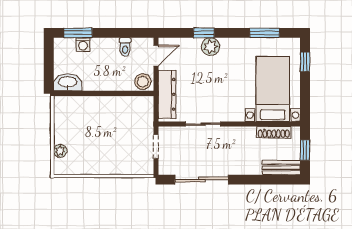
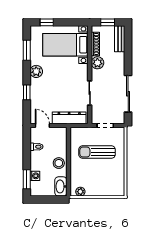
plant: (211, 47) -> (36, 71), moved
stool: (143, 82) -> (59, 163), moved
sun lounger: (117, 135) -> (97, 152), added
plant: (246, 135) -> (97, 63), added
plant: (60, 151) -> (80, 192), moved

